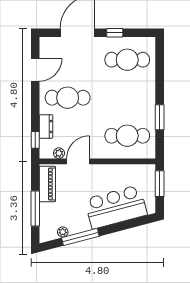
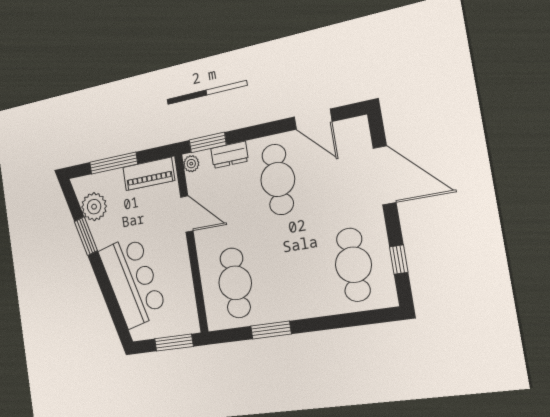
window: (115, 33) -> (399, 260), moved
window: (35, 140) -> (208, 142), width x1.50
plant: (59, 153) -> (191, 164), moved
plant: (63, 232) -> (94, 207), width x1.88, depth x1.88
window: (80, 237) -> (86, 236), width x0.69

